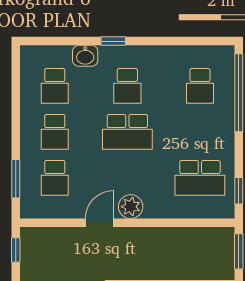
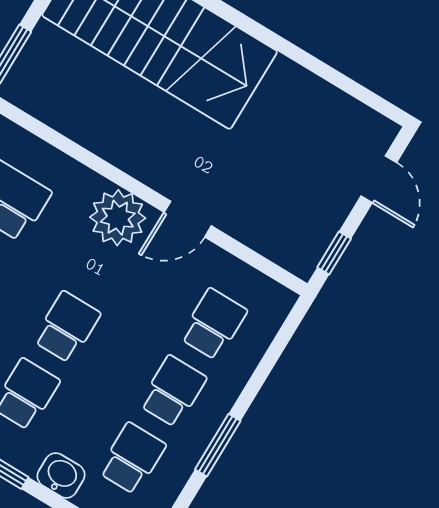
school desk: (127, 132) -> (67, 327), width x0.54
window: (16, 179) -> (218, 445), moved
plant: (131, 207) -> (118, 218), width x1.36, depth x1.36

